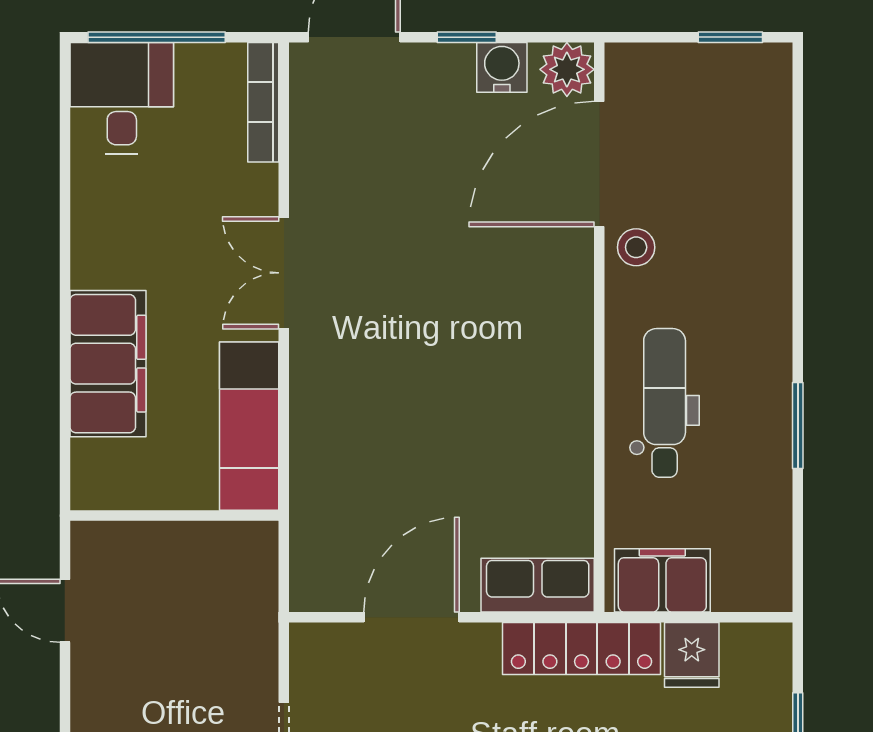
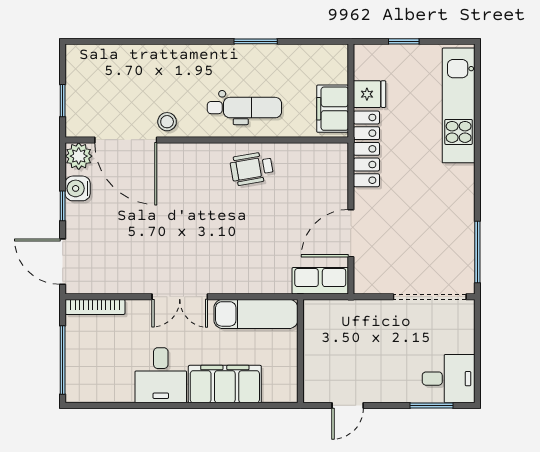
window: (730, 37) -> (63, 101), moved
desk: (122, 98) -> (161, 375), moved, turned -90
dental chair: (665, 403) -> (244, 108), turned 180
wheelchair: (542, 418) -> (252, 169), added
row of seats: (538, 585) -> (320, 281), moved, turned 90
door: (412, 617) -> (351, 233), hinge flipped

